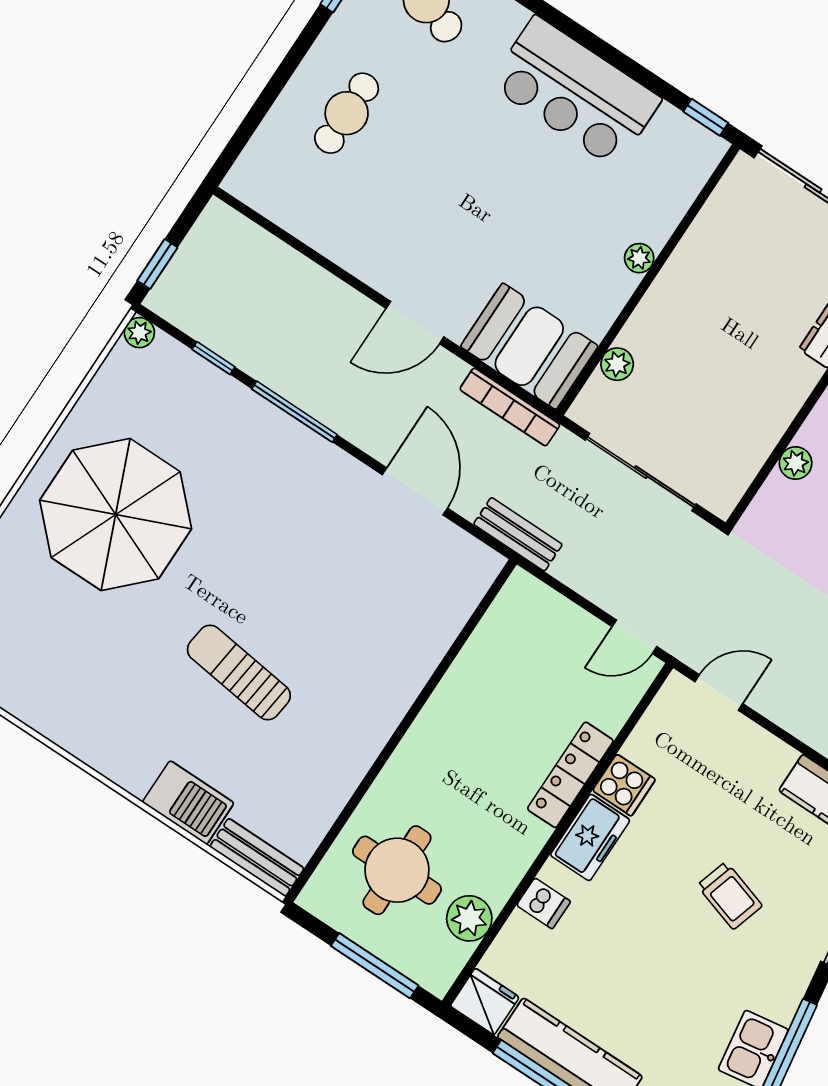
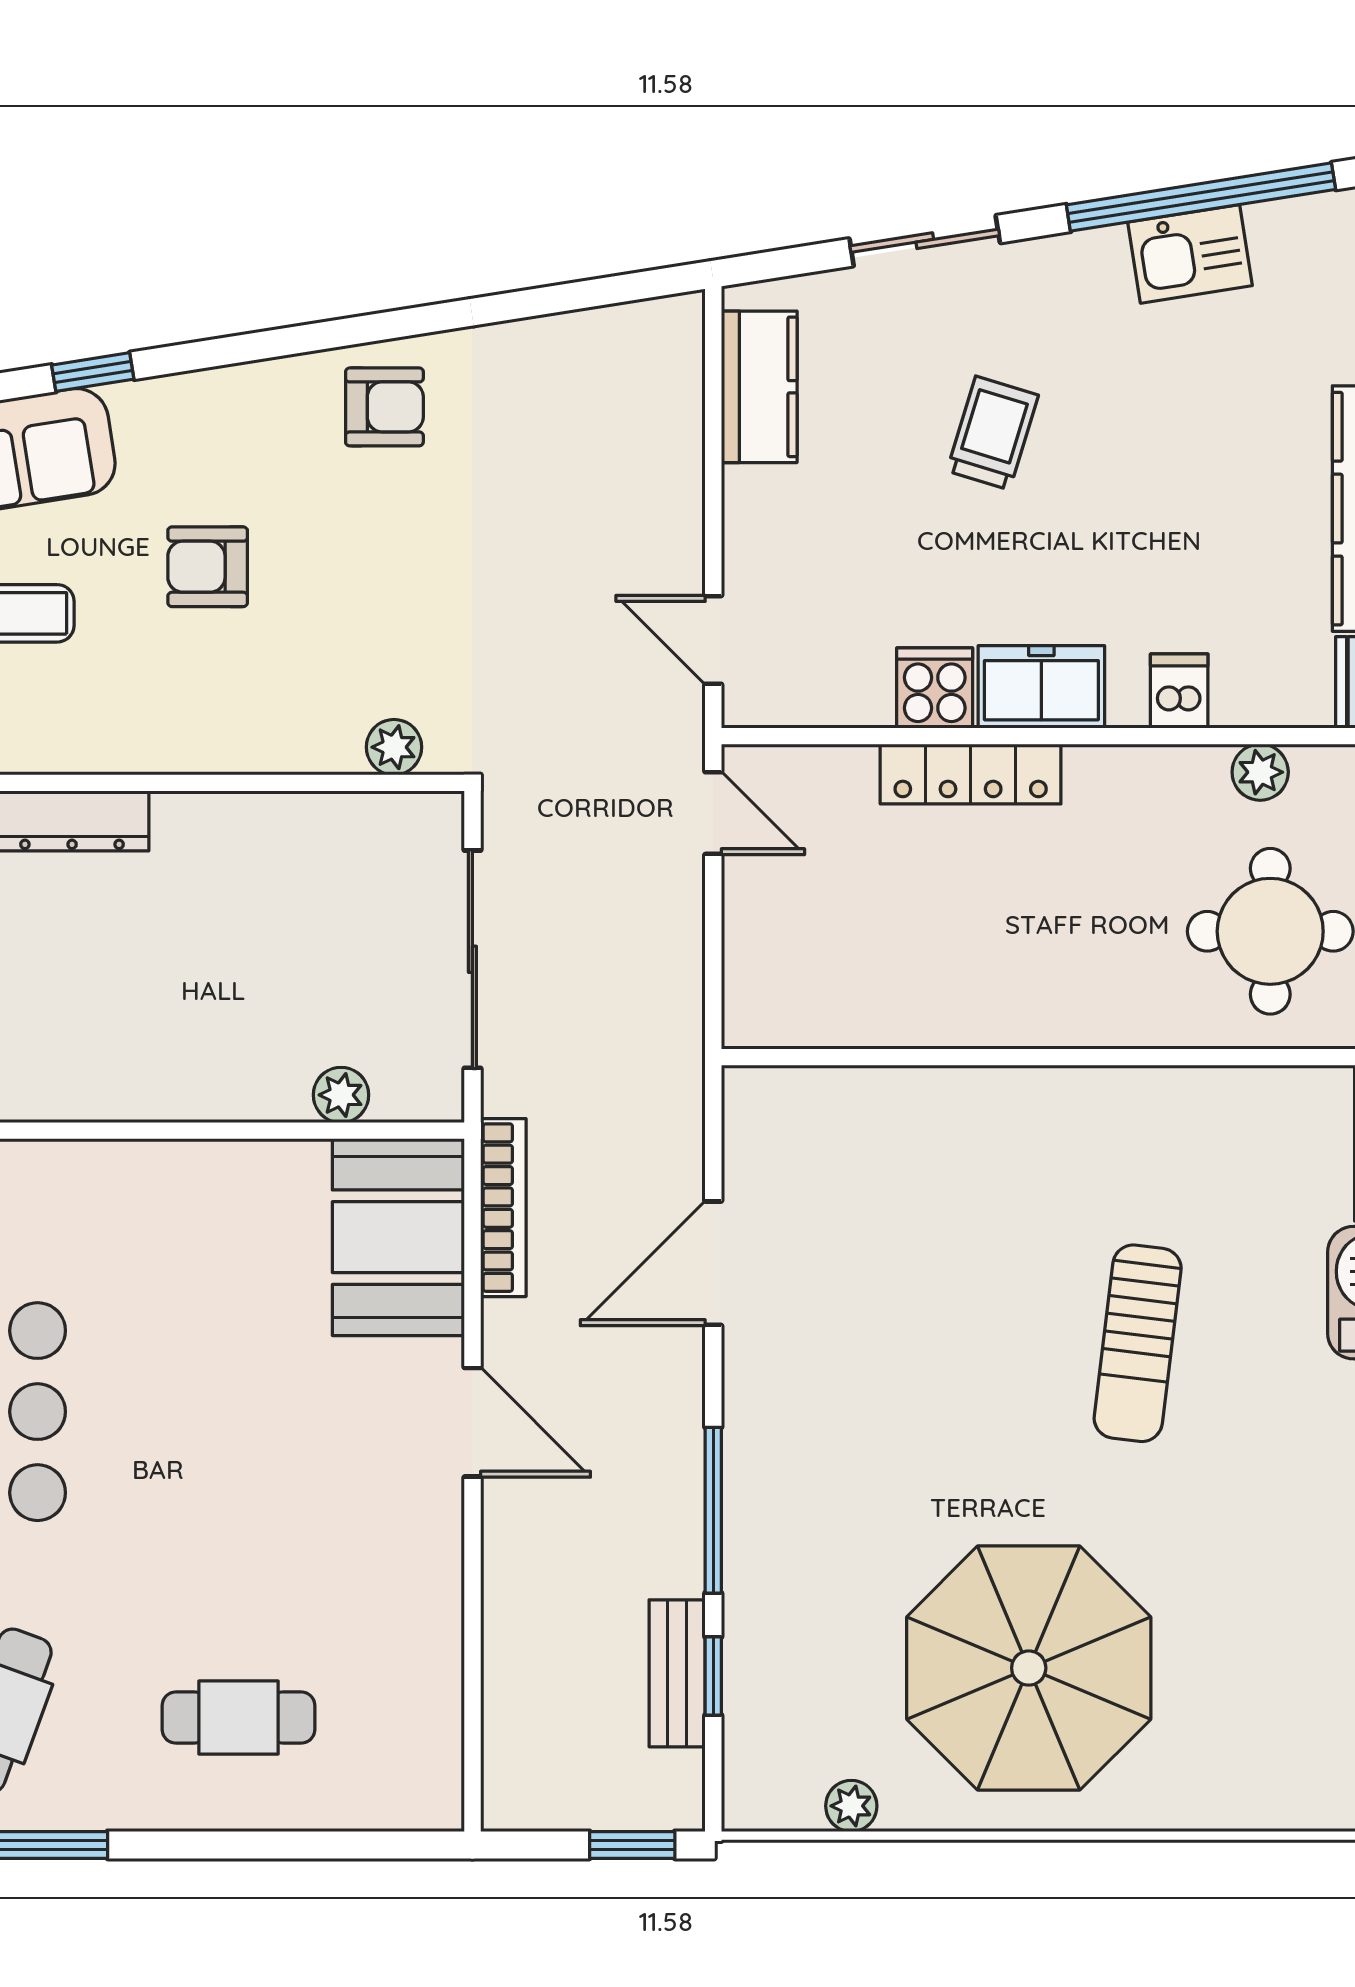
plant: (639, 258) -> (169, 1164), removed
plant: (139, 333) -> (851, 1806), moved
plant: (796, 463) -> (394, 747), moved
bench: (518, 534) -> (677, 1673), moved
plant: (469, 918) -> (1260, 772), width x0.73, depth x0.73

